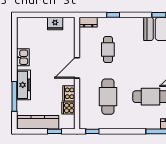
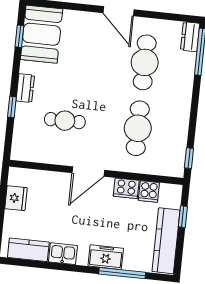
dresser: (88, 22) -> (25, 88), moved
kitchen counter: (23, 35) -> (28, 250), added
door: (77, 68) -> (88, 172), hinge flipped
freezer: (23, 85) -> (106, 257), width x0.71
cafe table: (108, 97) -> (138, 128), turned 90

